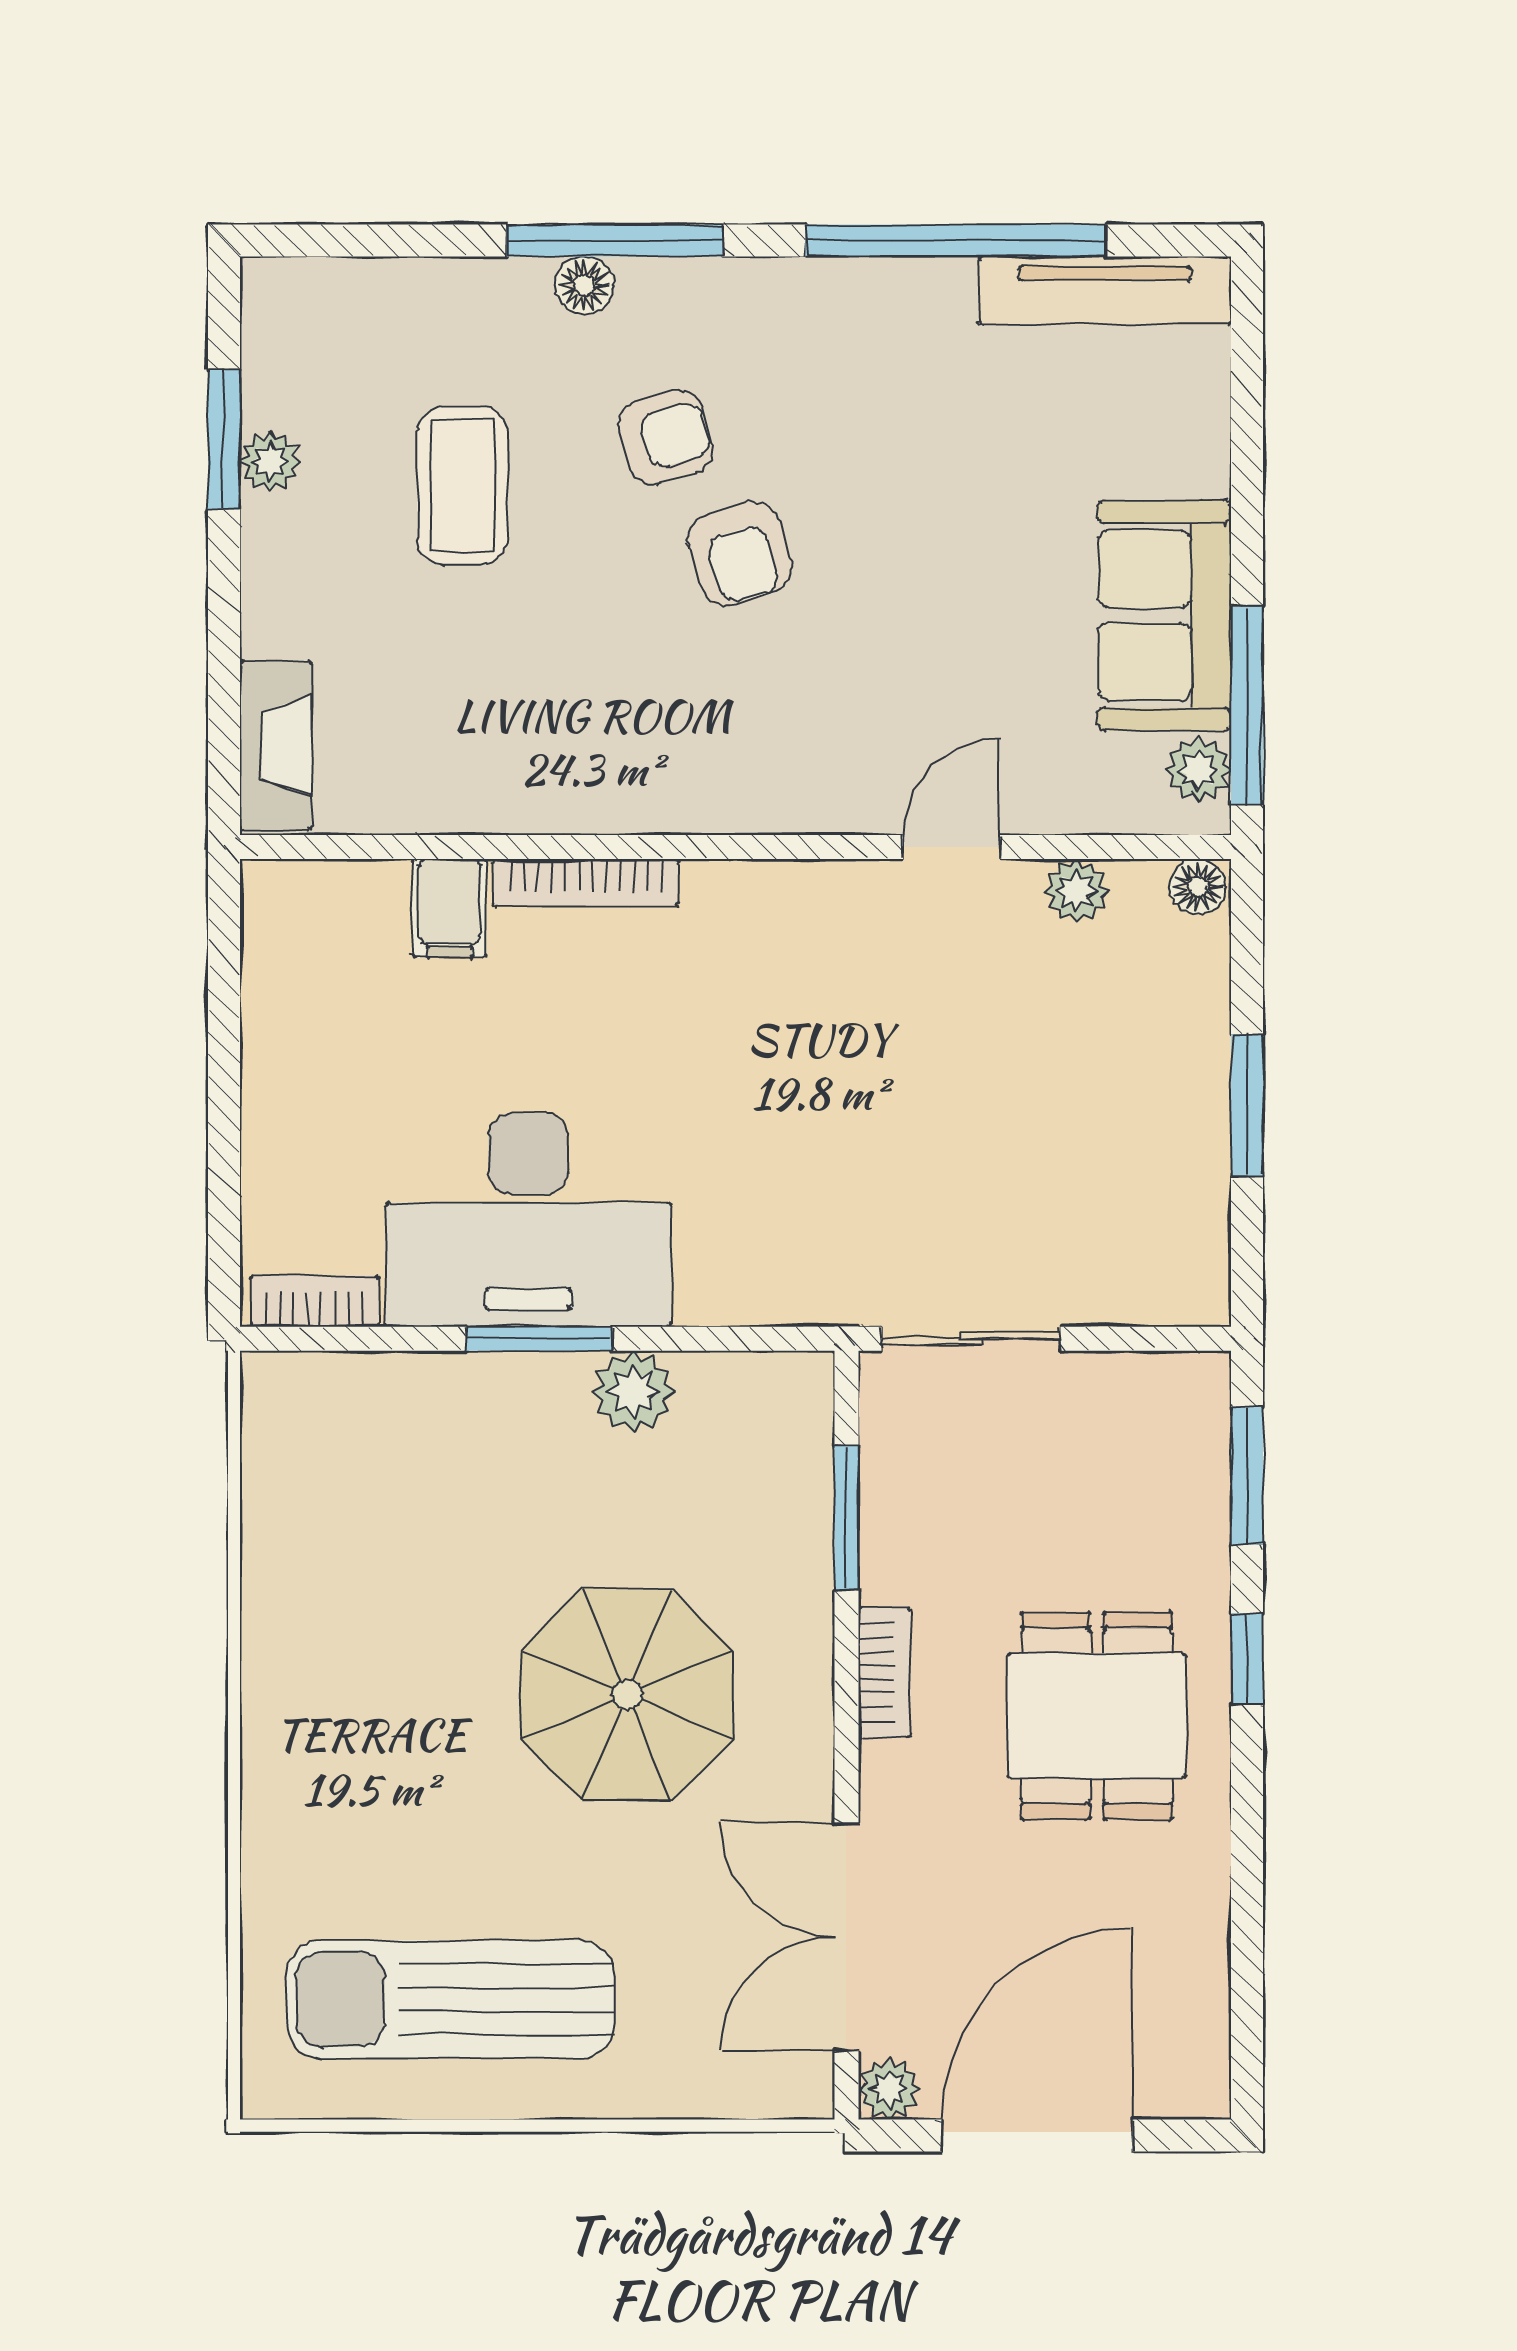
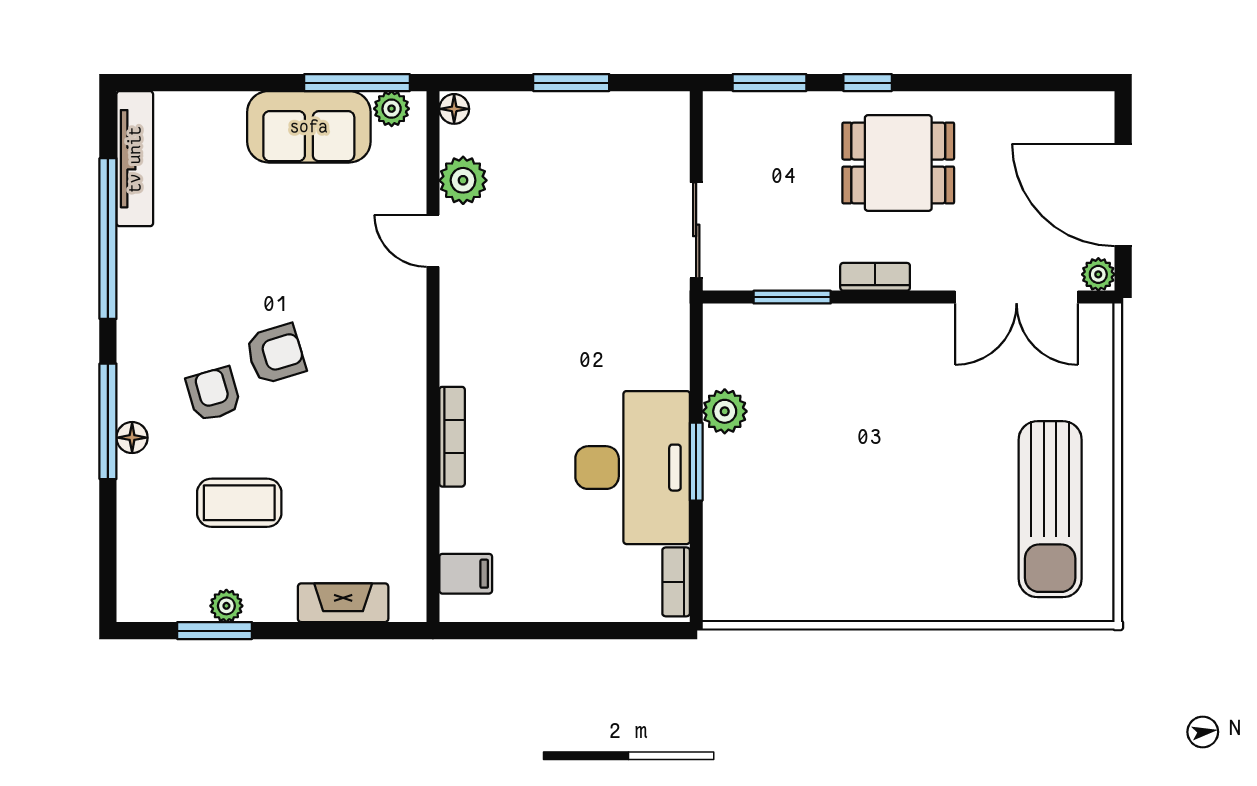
fireplace: (276, 746) -> (343, 603), moved
plant: (1077, 891) -> (463, 180), width x1.38, depth x1.38
filing cabinet: (449, 908) -> (466, 574), moved
parasol: (627, 1695) -> (887, 415), removed

